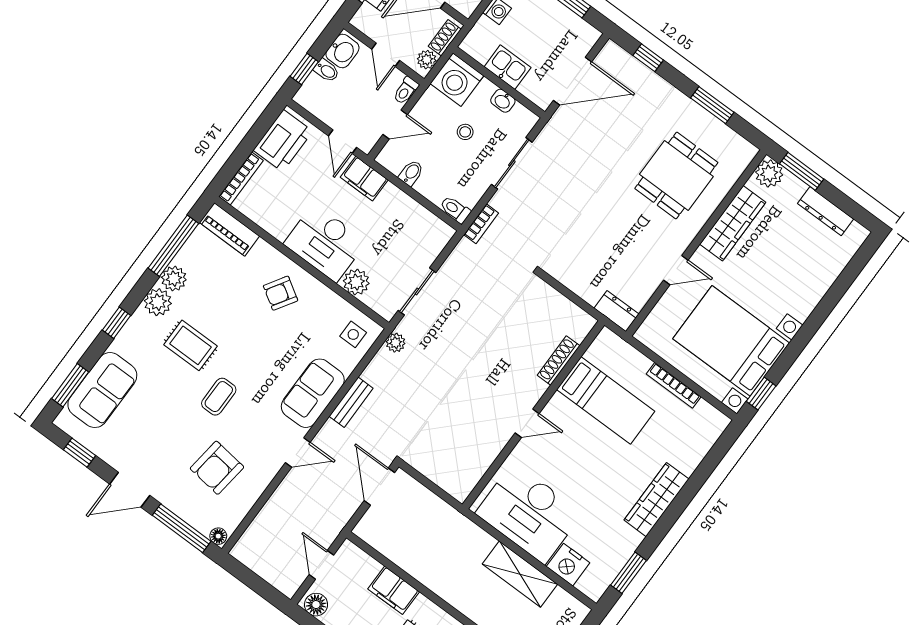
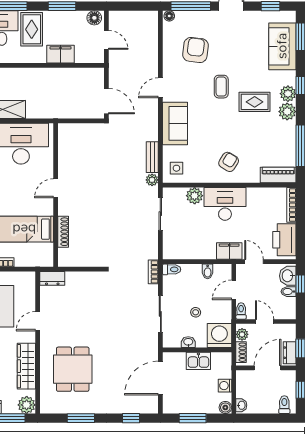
washbasin: (342, 51) -> (288, 276), moved
plant: (174, 279) -> (288, 94), moved
bench: (351, 402) -> (152, 157), moved

